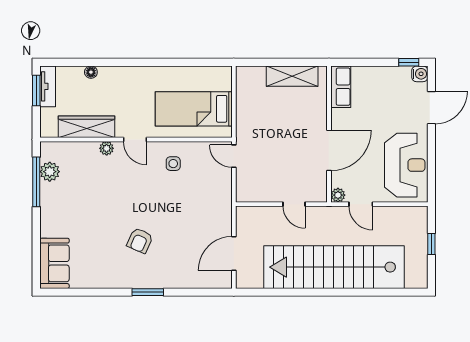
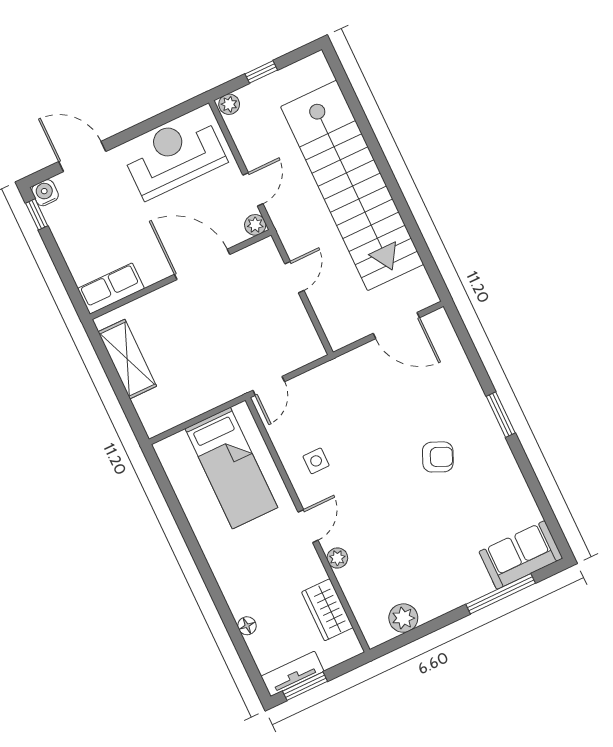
wardrobe: (87, 127) -> (327, 610), width x0.67
window: (36, 182) -> (501, 594), moved
plant: (421, 214) -> (229, 104), added

